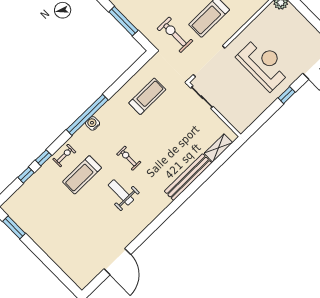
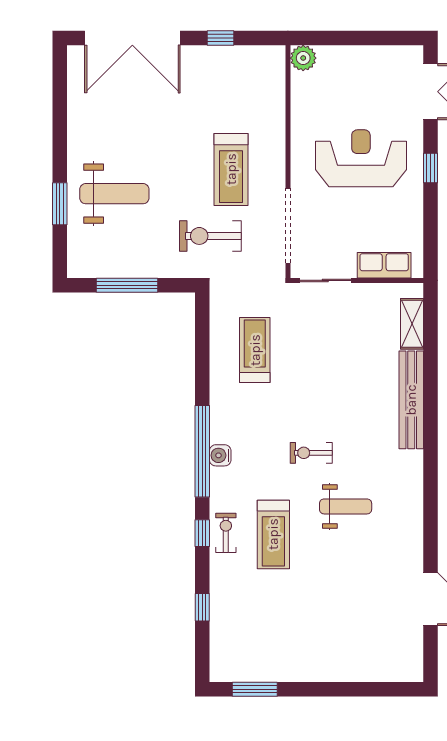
row of seats: (231, 114) -> (384, 265), added
window: (43, 158) -> (202, 533), moved
weight bench: (121, 192) -> (346, 506), turned 180

